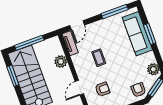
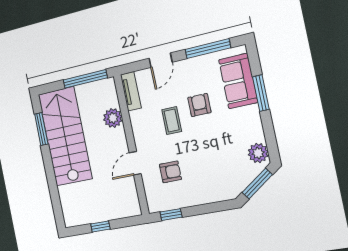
door: (77, 25) -> (161, 60), moved
sofa: (137, 34) -> (238, 81), width x0.73
window: (29, 43) -> (85, 79), moved
armchair: (138, 90) -> (199, 105), moved

